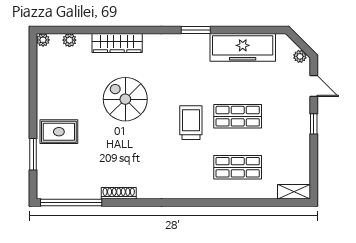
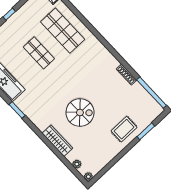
spiral stairs: (125, 99) -> (80, 112), turned -90
trolley: (191, 123) -> (62, 72), removed
rug: (59, 132) -> (124, 129), turned 90
shop shelf: (238, 167) -> (63, 31), width x1.43, depth x1.36

